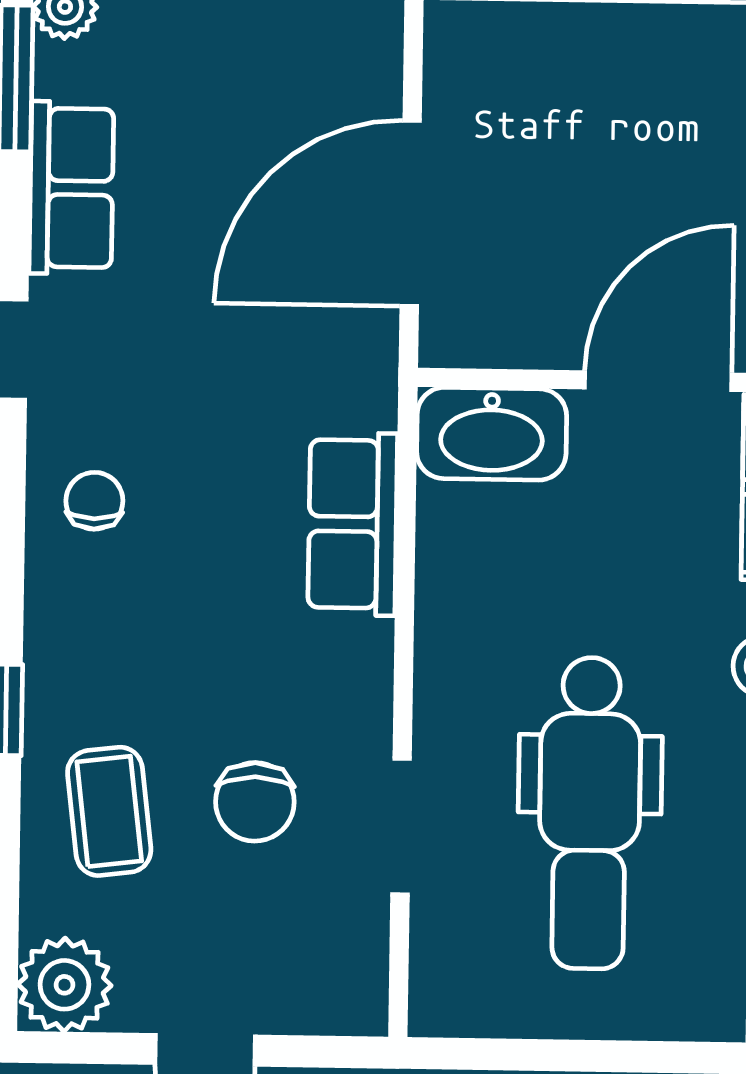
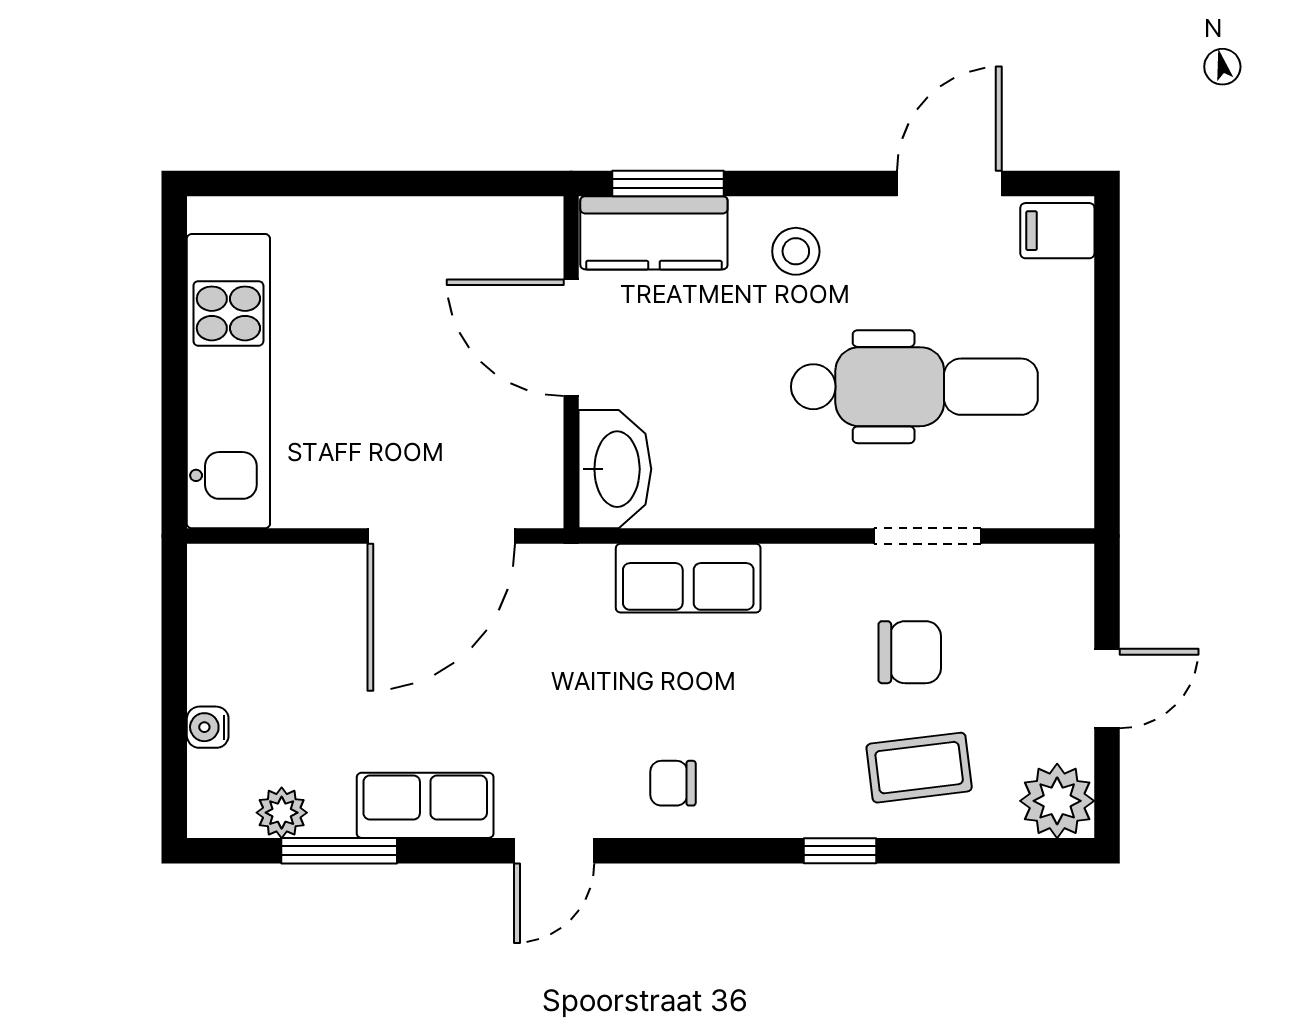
door: (411, 213) -> (441, 536), hinge flipped

